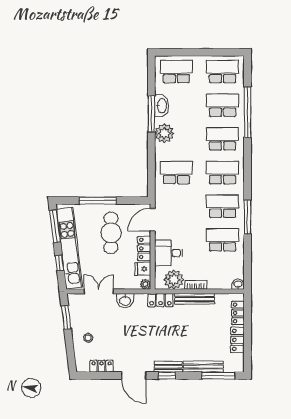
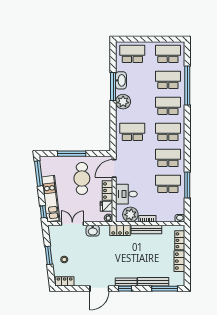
window: (248, 217) -> (187, 185), moved
kitchen unit: (69, 248) -> (51, 199), width x0.73
window: (59, 263) -> (43, 212), moved
window: (66, 317) -> (49, 255), moved
locker: (102, 366) -> (65, 281), moved
door: (134, 376) -> (99, 289), hinge flipped

